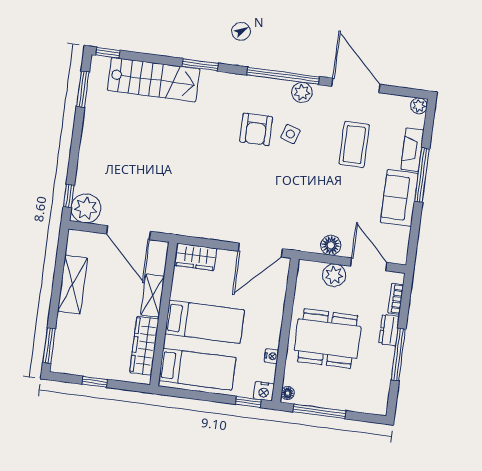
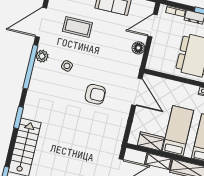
armchair: (256, 129) -> (95, 94), moved
wardrobe: (196, 257) -> (151, 141), moved, turned -90
plant: (334, 275) -> (157, 48), removed

